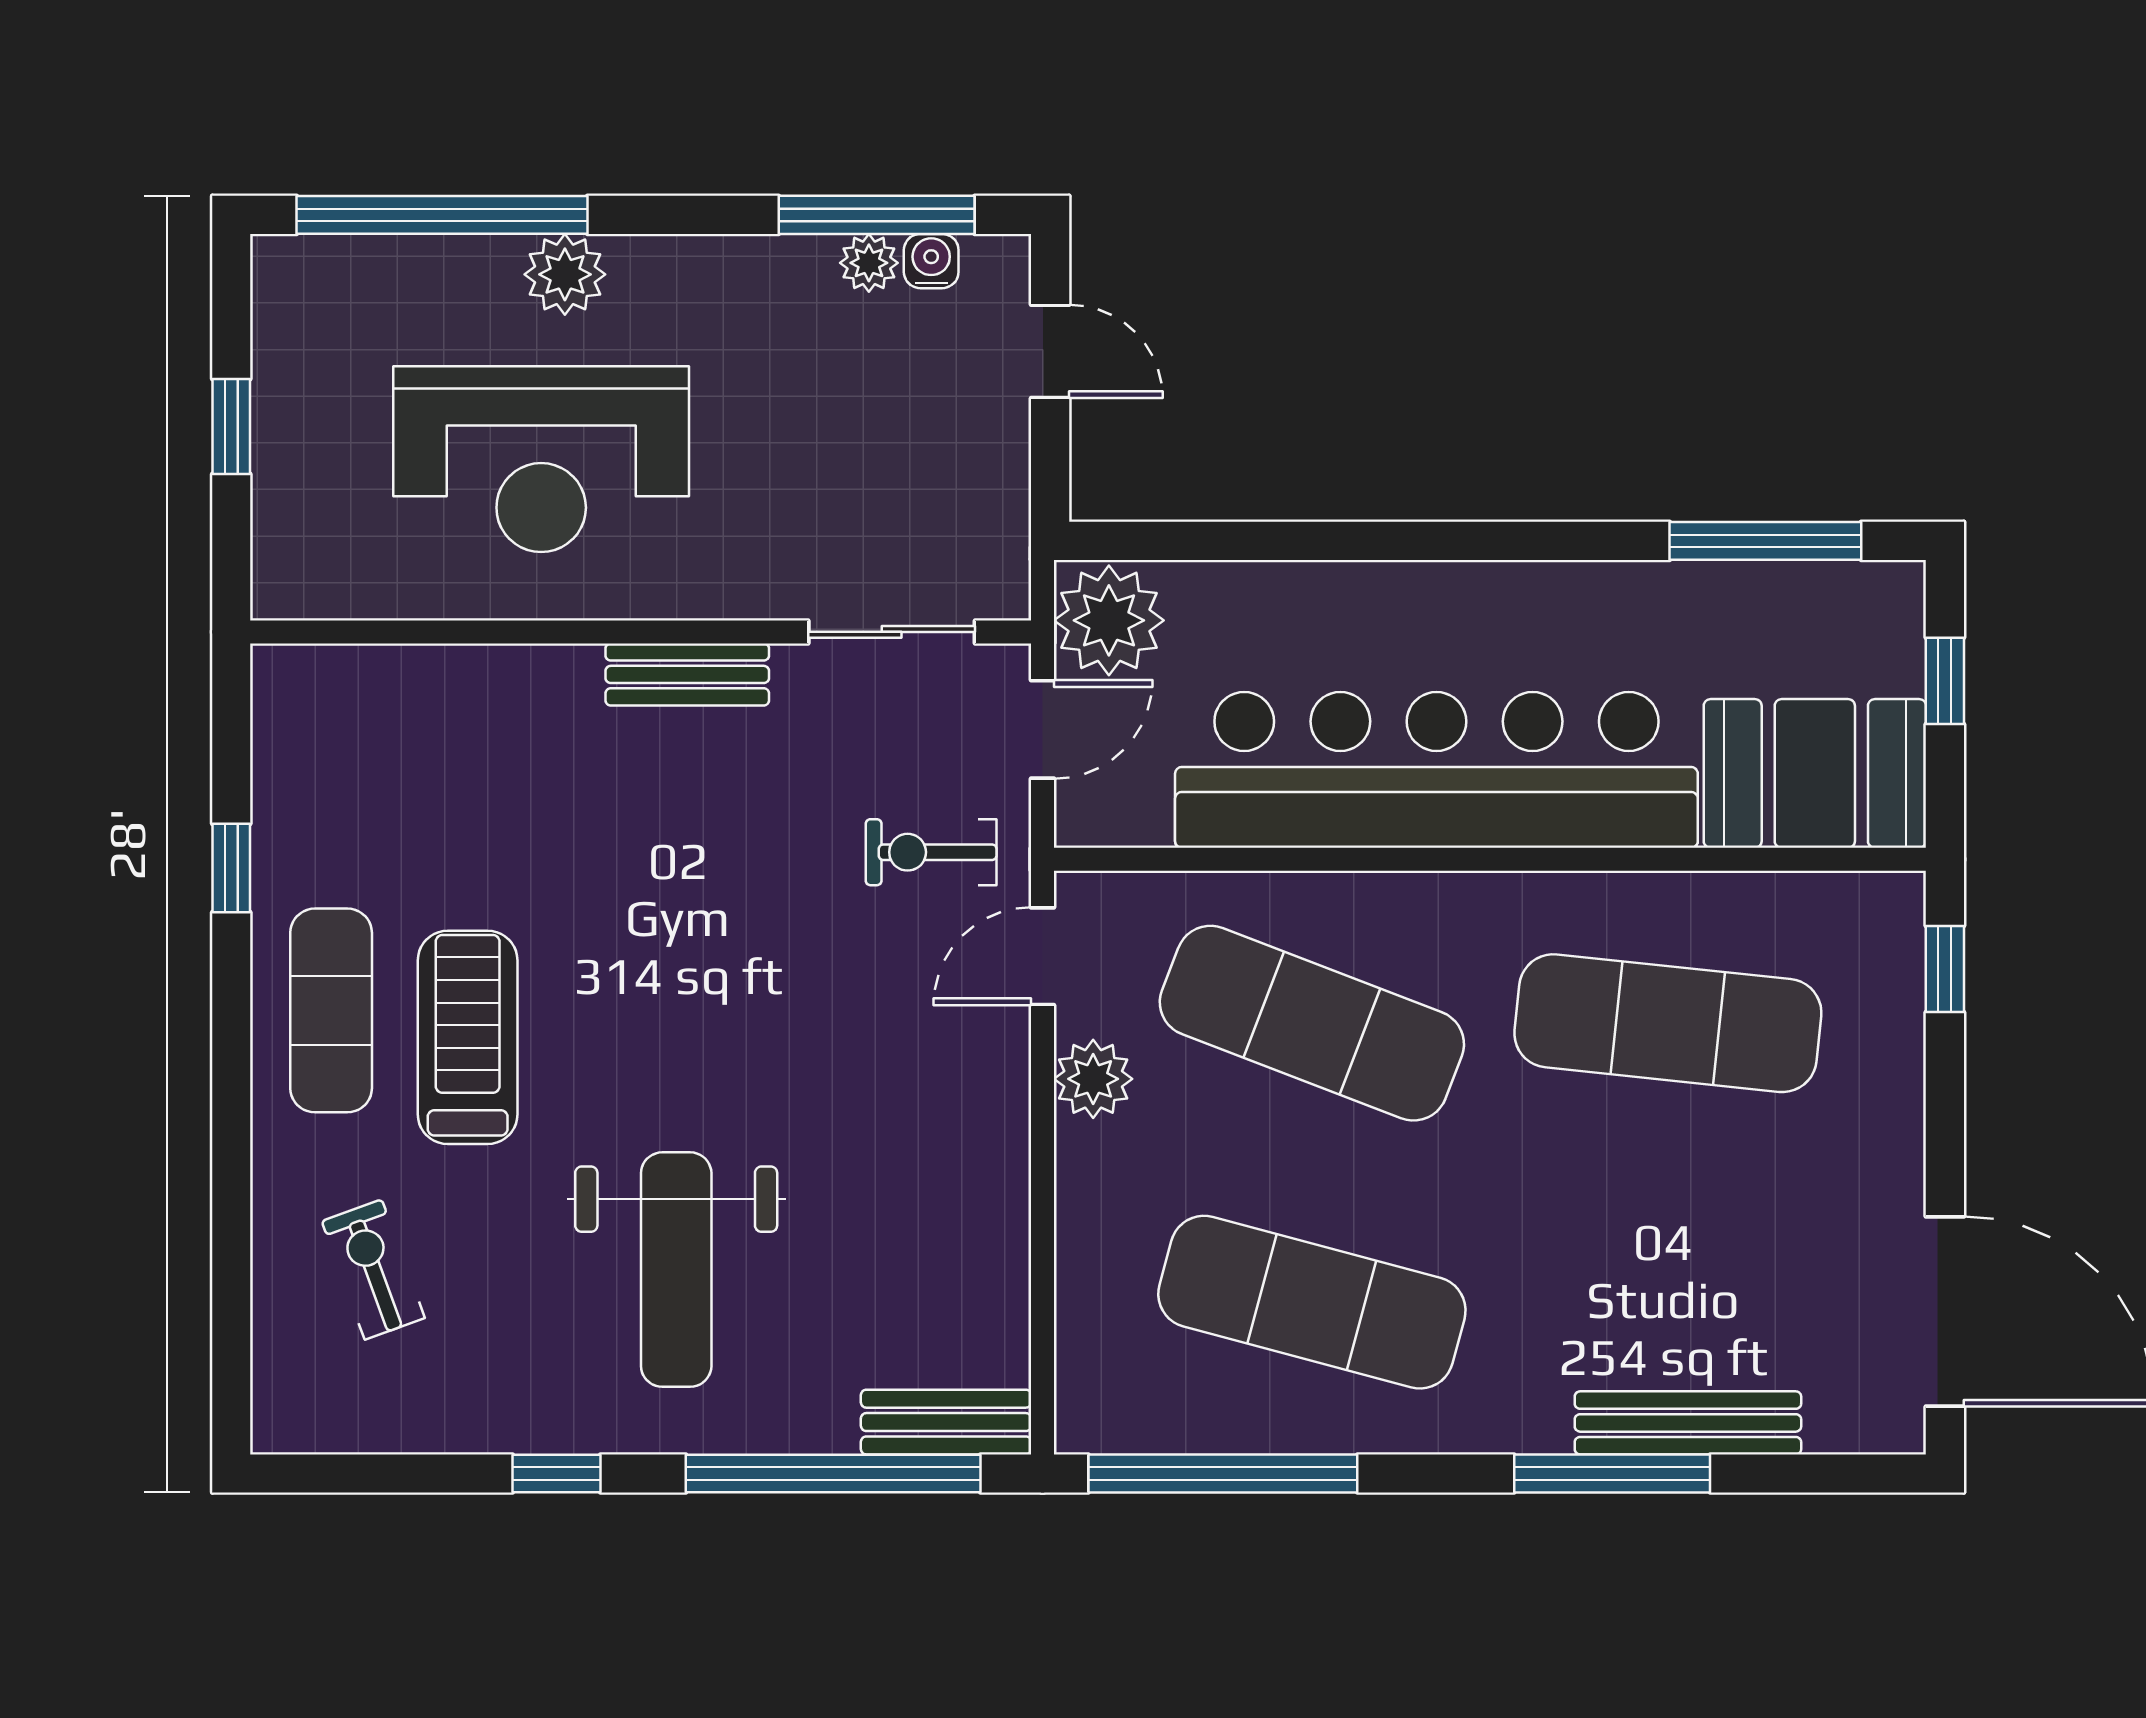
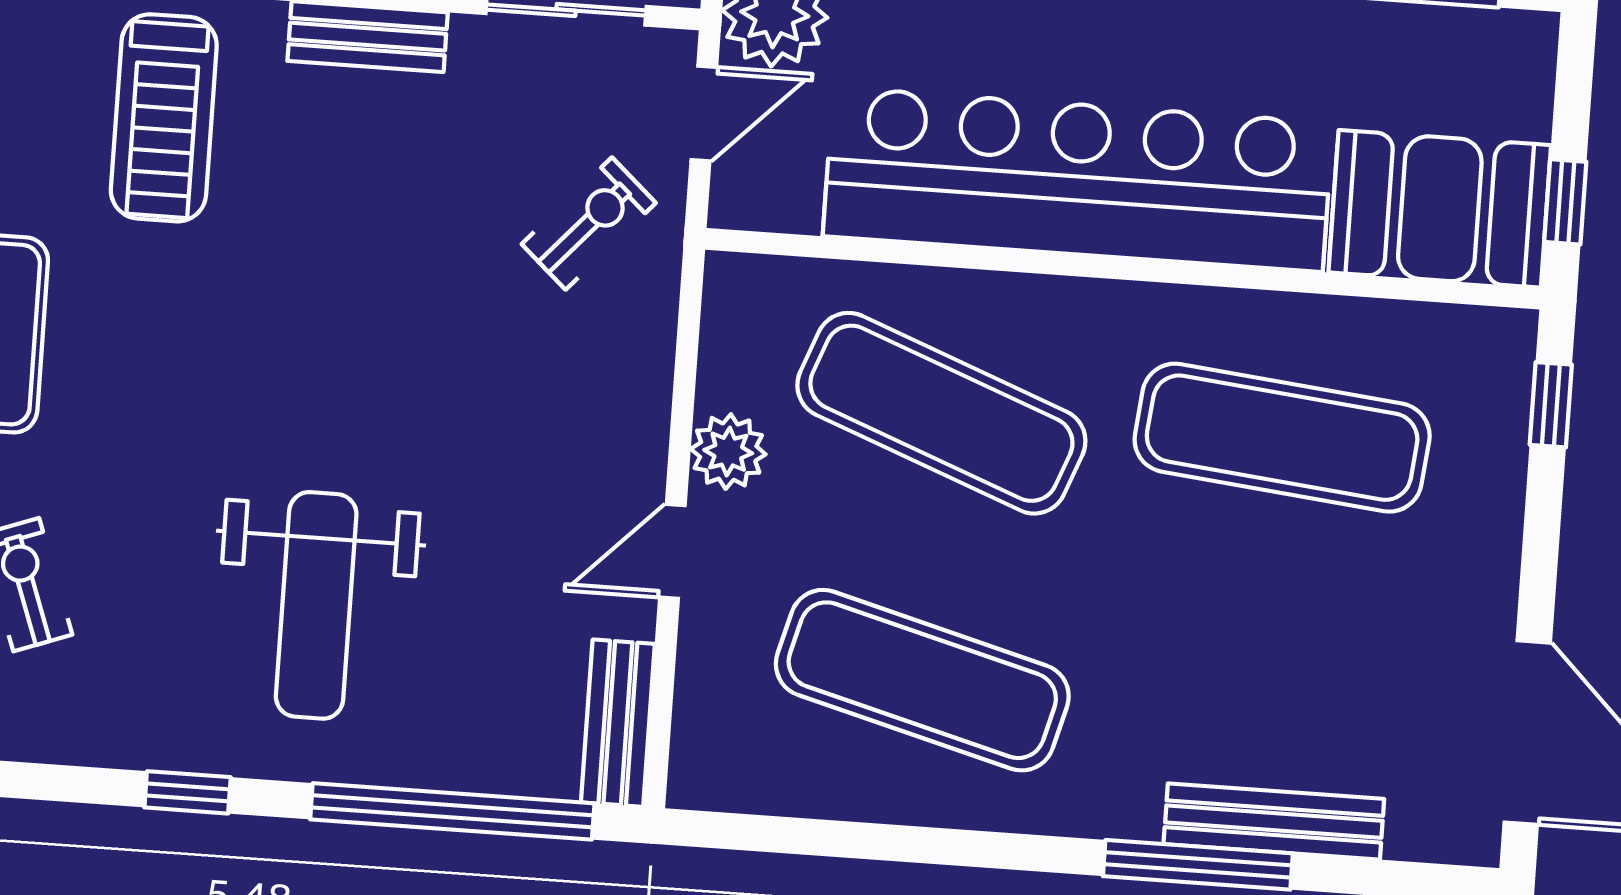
window: (1945, 681) -> (1565, 202), moved
exercise bike: (931, 852) -> (589, 224), turned 132
door: (1043, 956) -> (672, 551), moved
treadmill: (468, 1037) -> (164, 118), moved, turned 180
bench: (946, 1422) -> (618, 723), moved, turned 90
window: (1223, 1474) -> (825, 838), removed

